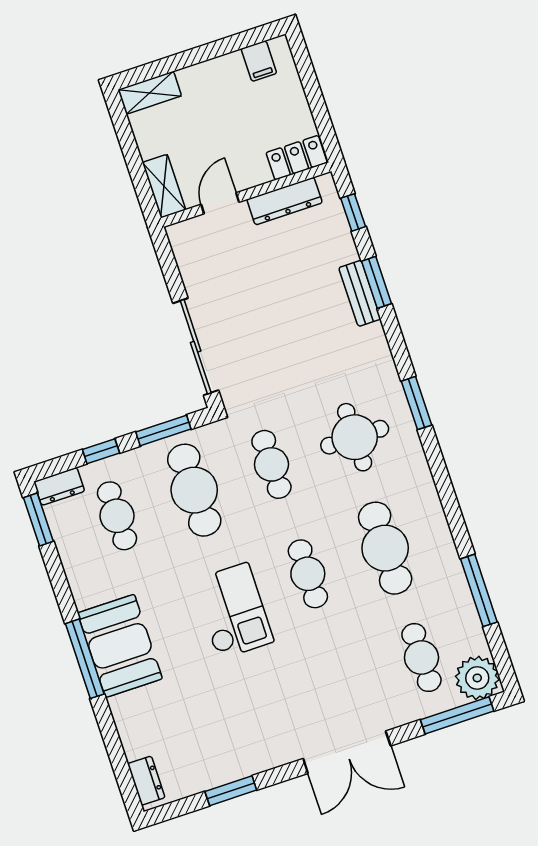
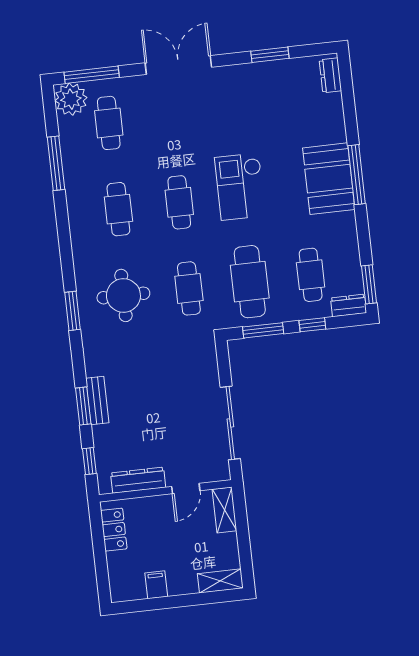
filing cabinet: (259, 61) -> (156, 585), moved
locker: (297, 158) -> (114, 530), moved, turned -90
sliding door: (196, 347) -> (230, 423), moved
cafe table: (385, 548) -> (118, 209), width x0.73, depth x0.74

